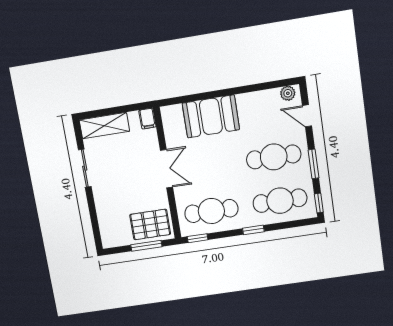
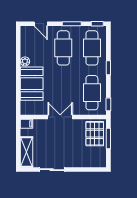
plant: (288, 93) -> (25, 61), moved
door: (307, 116) -> (41, 24), hinge flipped

